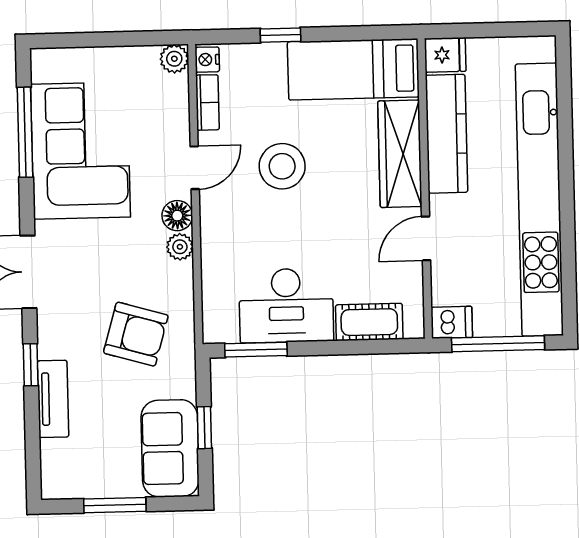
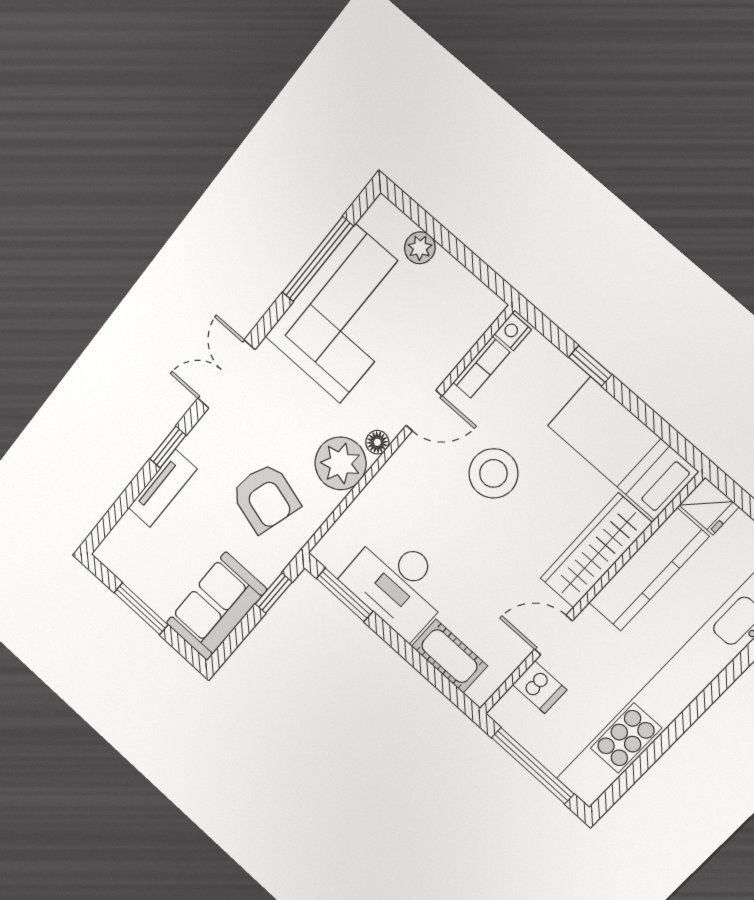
plant: (174, 59) -> (420, 248), moved
floor lamp: (177, 216) -> (377, 442), width x0.73, depth x0.73
plant: (180, 247) -> (340, 463), width x1.88, depth x1.88
dishwasher: (452, 322) -> (540, 687), moved
window: (204, 428) -> (274, 593), moved

